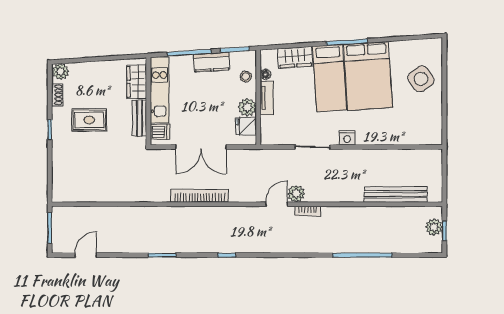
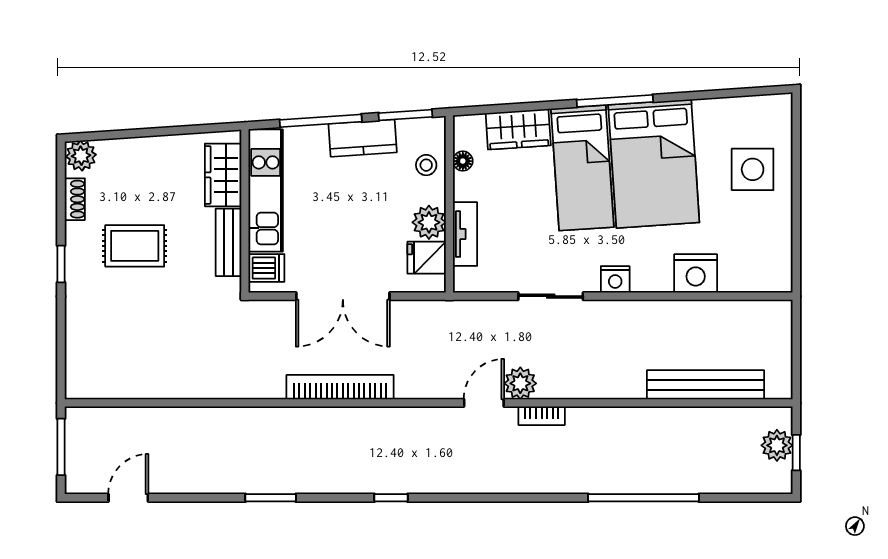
side table: (421, 79) -> (753, 169), turned 36
tv unit: (267, 98) -> (465, 234), moved
nightstand: (390, 135) -> (696, 273), added

